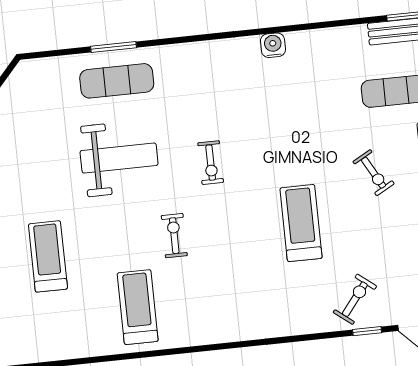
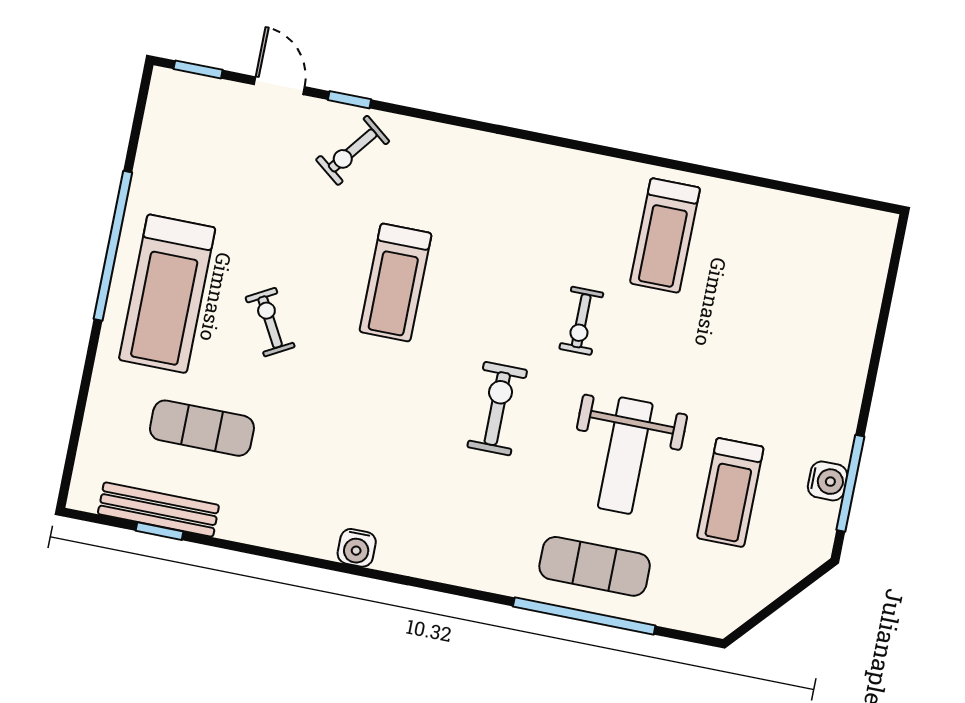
window: (113, 47) -> (584, 616), width x2.11
weight bench: (119, 158) -> (625, 456), turned -90
exercise bike: (211, 163) -> (497, 409), width x1.38, depth x1.39
treadmill: (48, 256) -> (730, 492), moved

